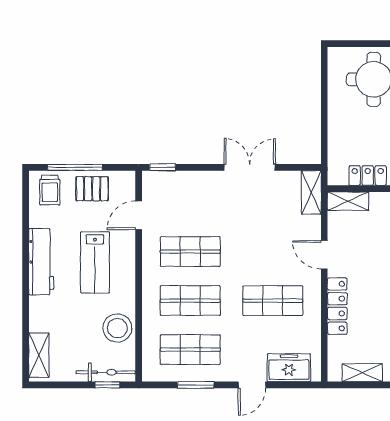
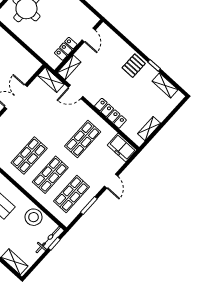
door: (324, 255) -> (76, 92), moved
freezer: (289, 368) -> (122, 148), moved, turned -90

